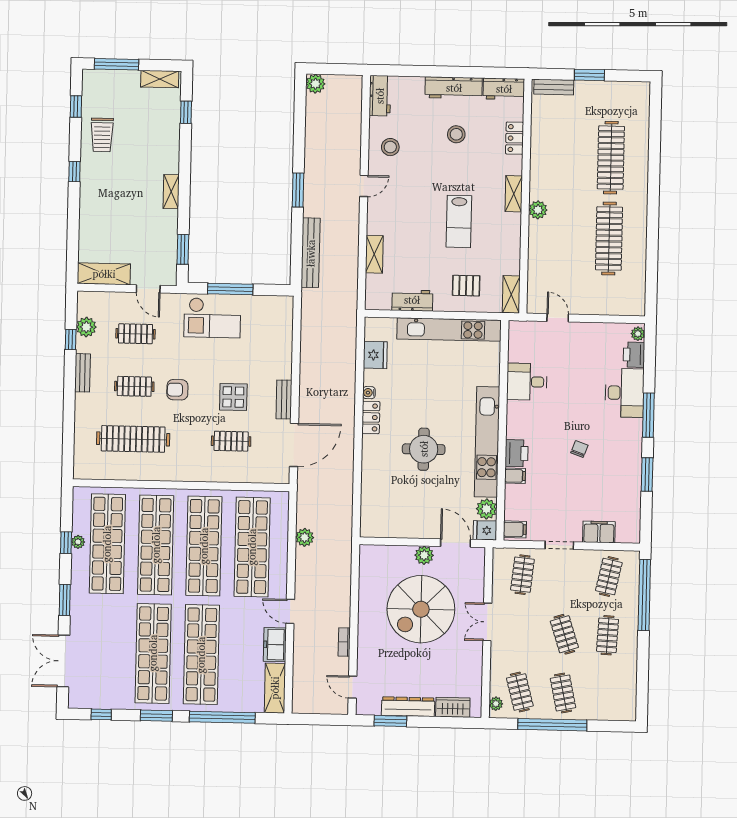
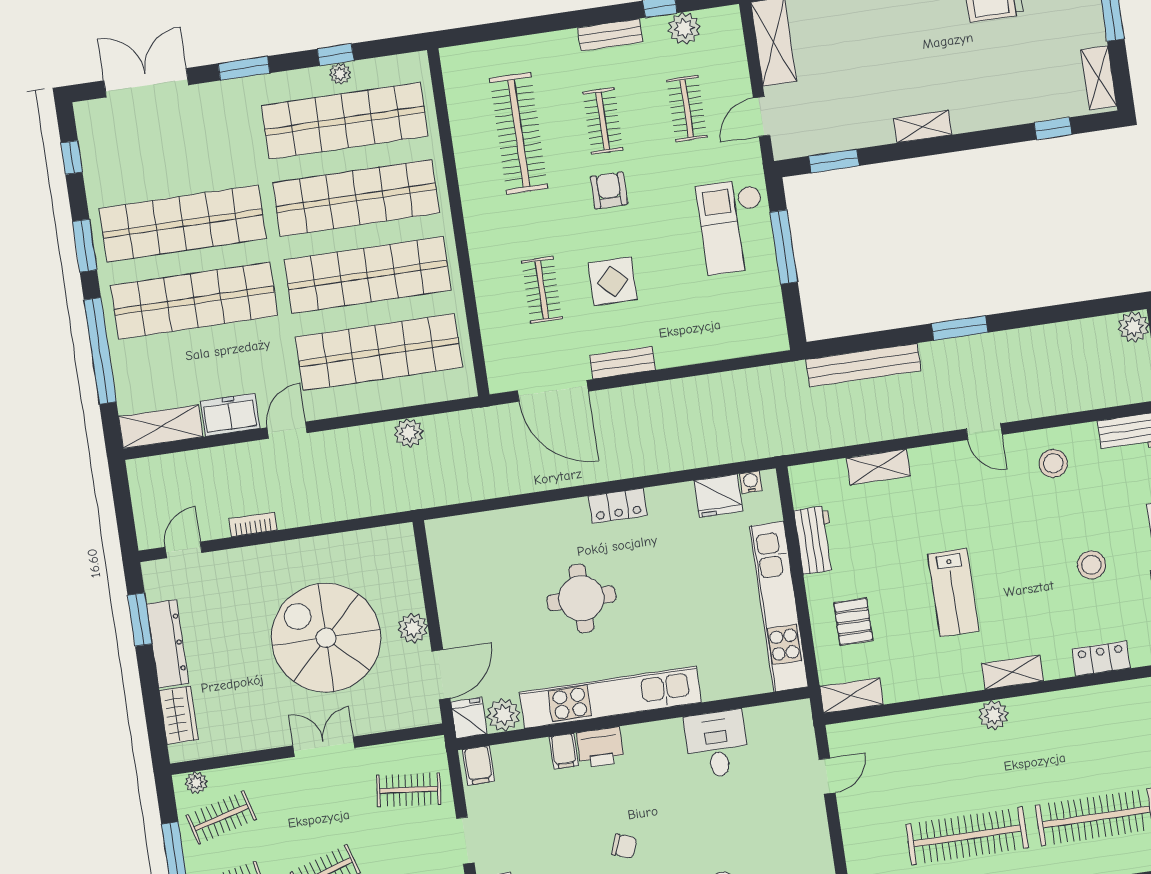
lab bench: (459, 221) -> (953, 593), turned -90
water cooler: (369, 393) -> (751, 482), moved

